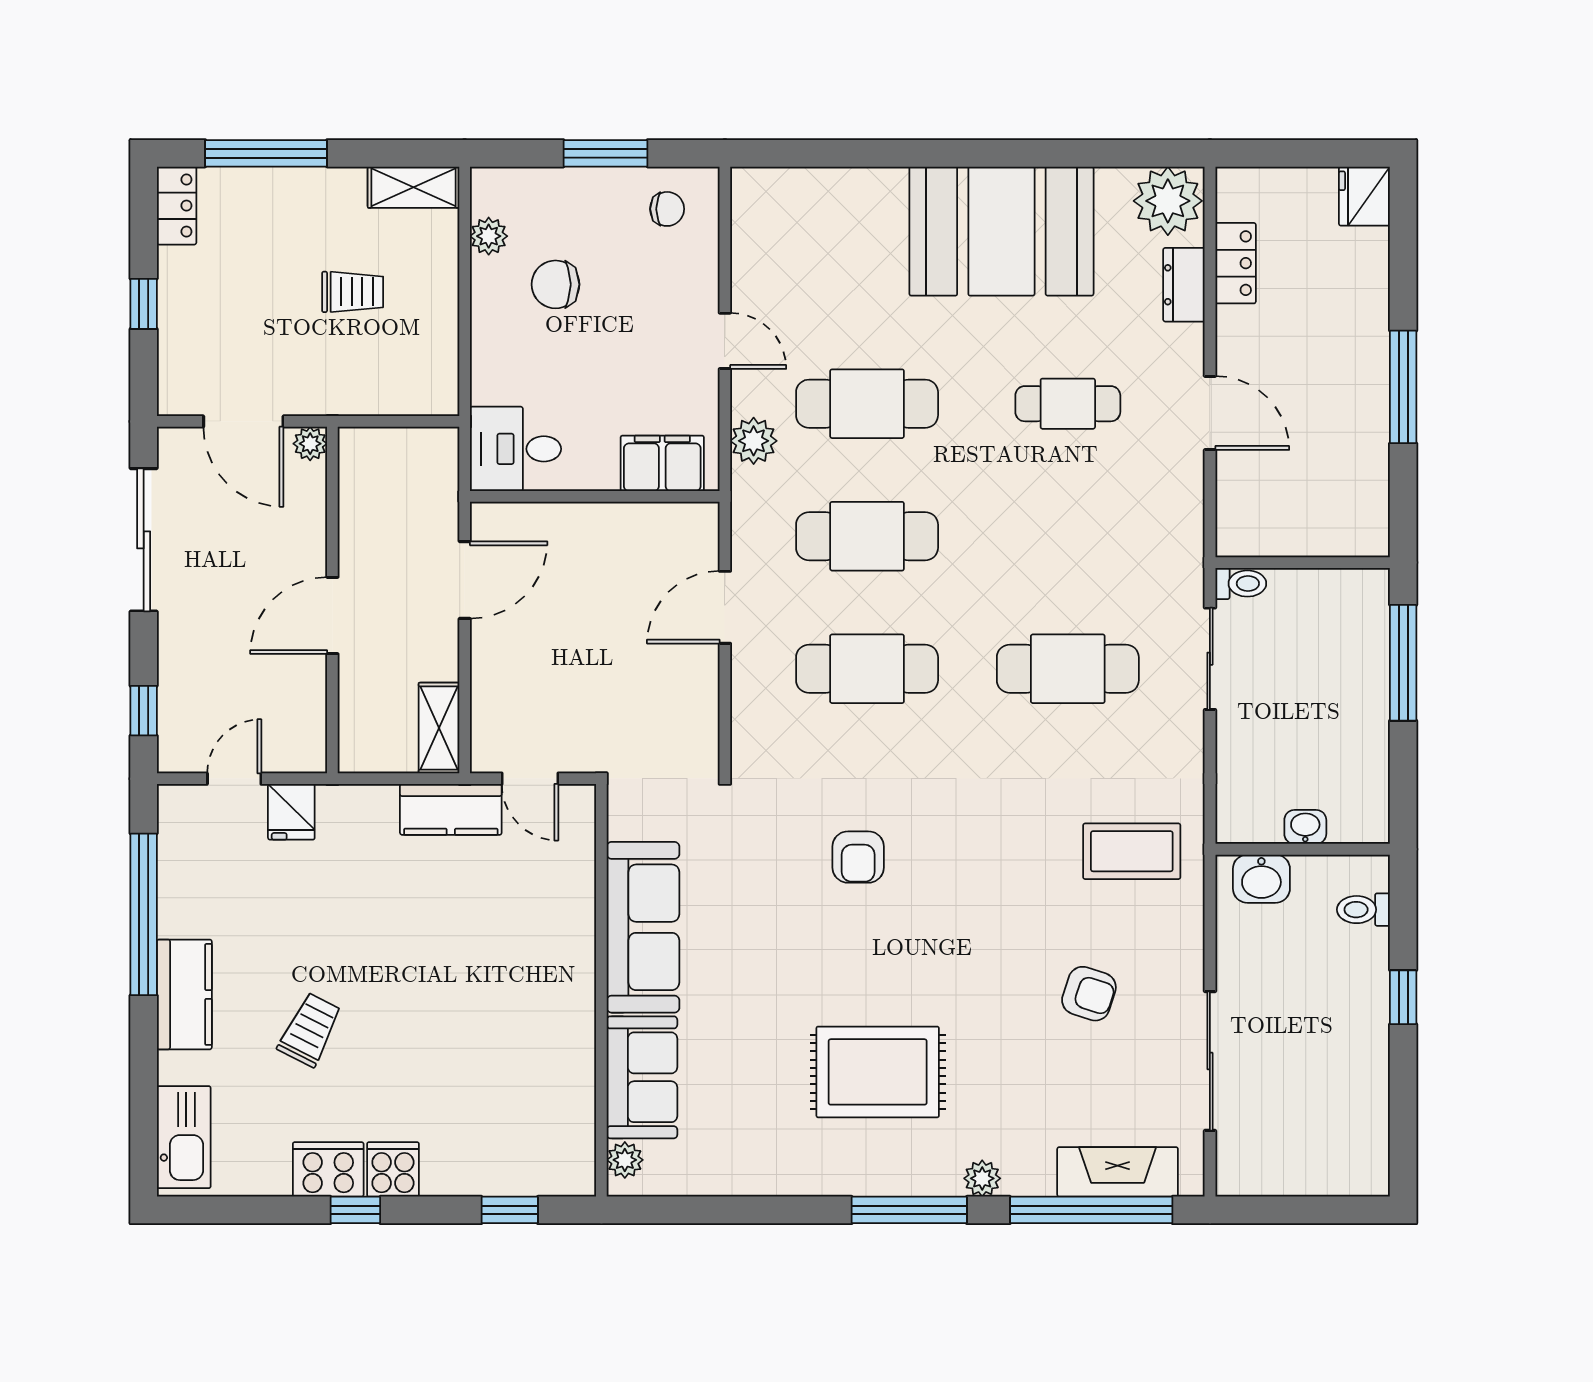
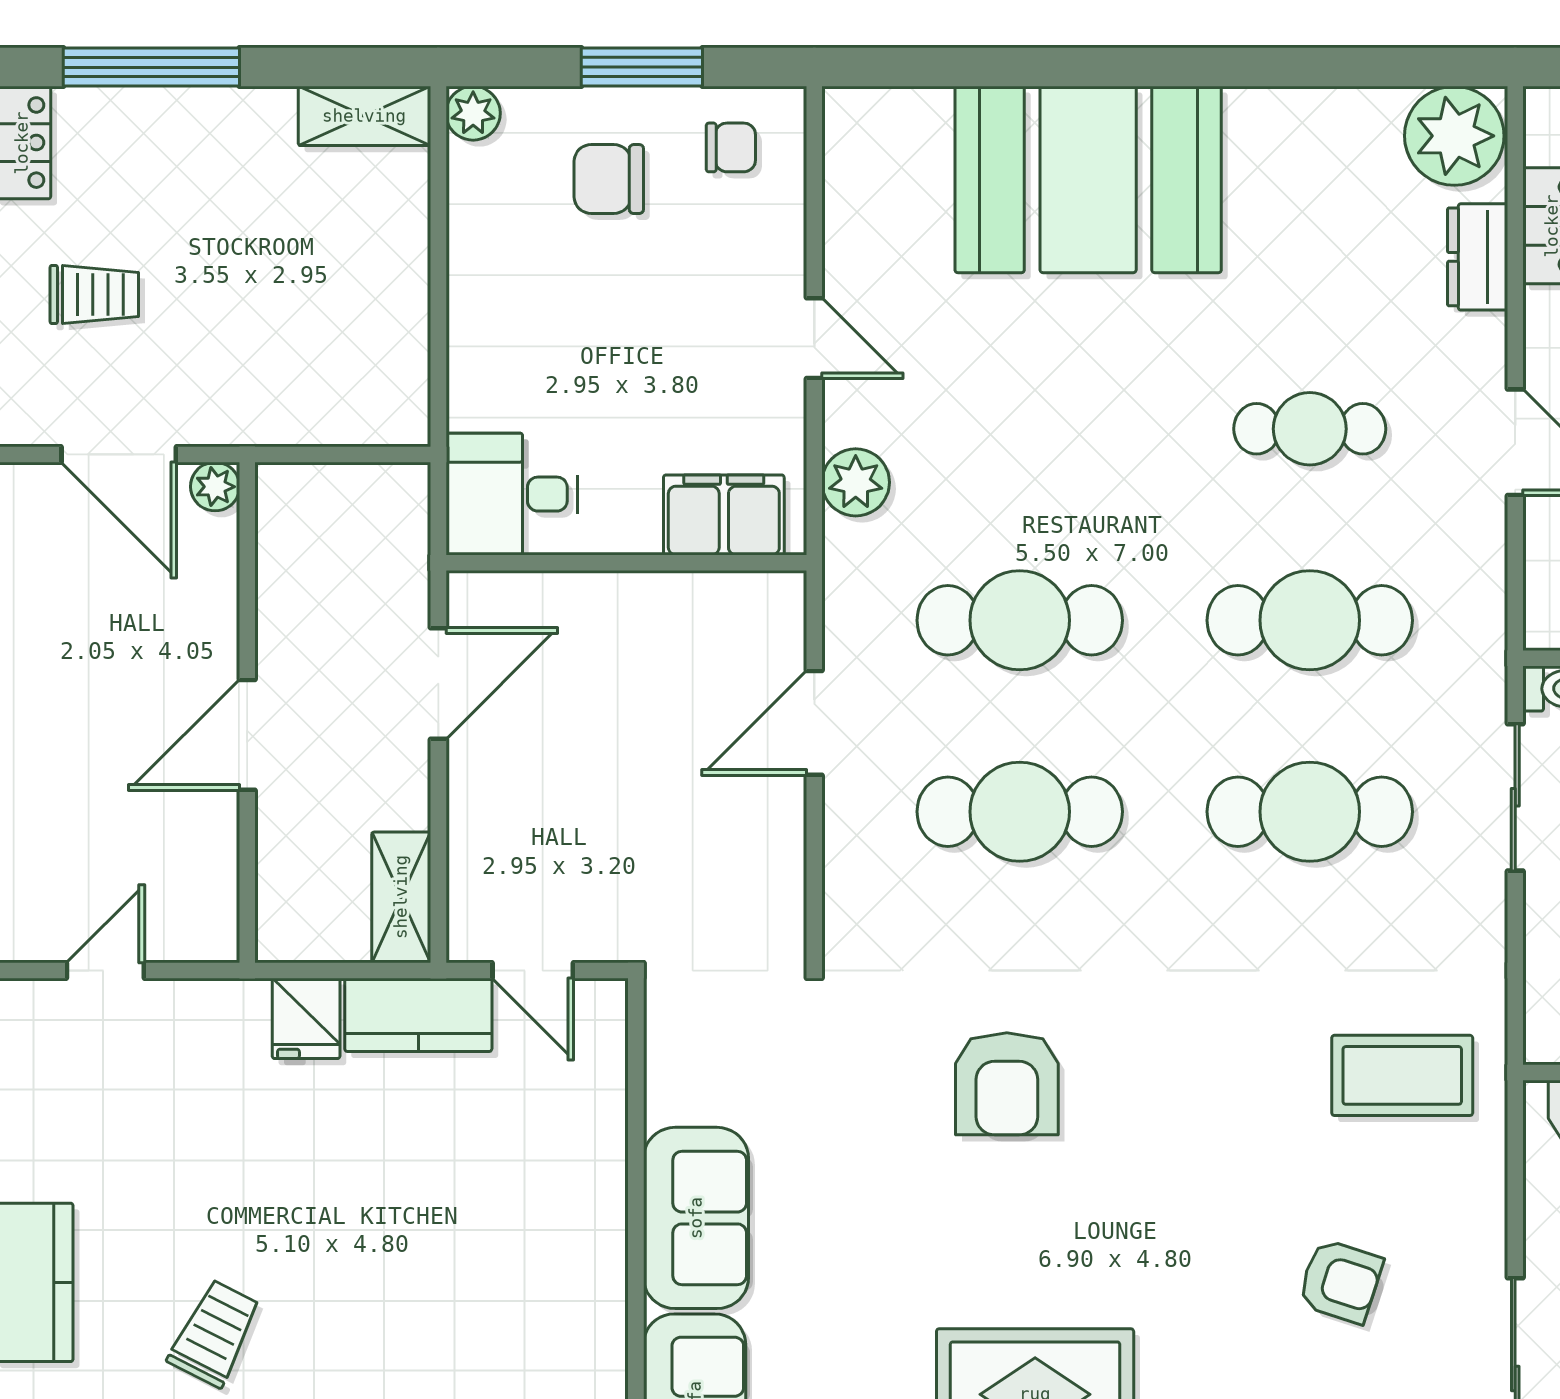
booth: (1001, 231) -> (1088, 179), moved
plant: (489, 236) -> (473, 113), moved
chair: (555, 284) -> (609, 179), moved
trolley: (353, 292) -> (94, 295), moved
cafe table: (867, 404) -> (1310, 620), moved
fridge: (291, 812) -> (306, 1018), moved
armchair: (858, 857) -> (1007, 1084), width x1.38, depth x1.38
sofa: (643, 927) -> (696, 1218), width x0.73

